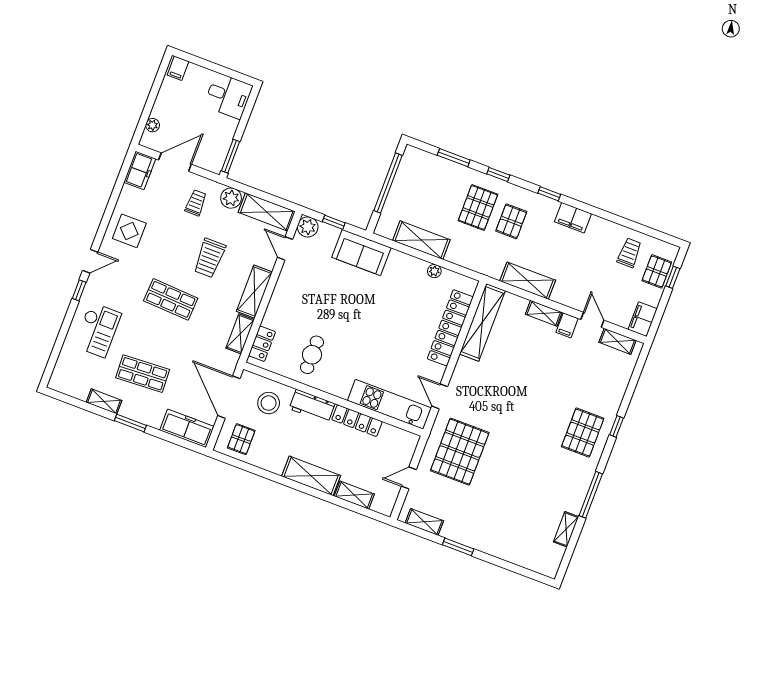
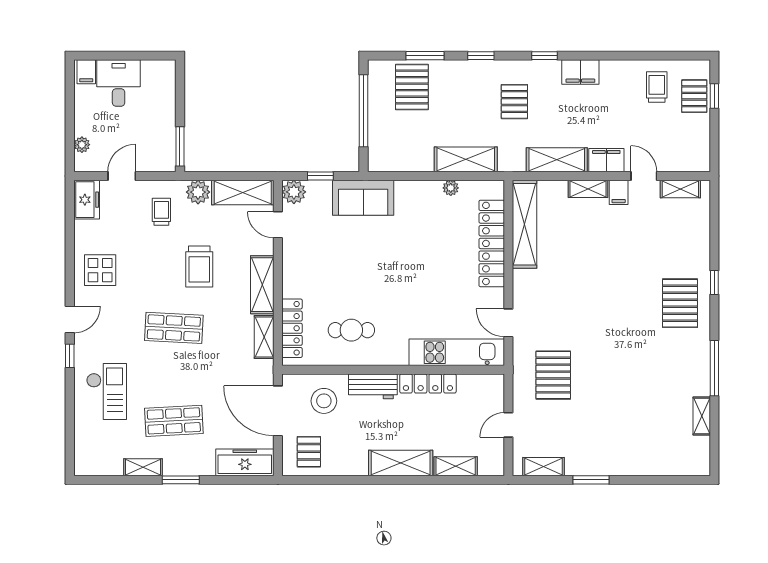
desk: (228, 96) -> (119, 83), moved, turned -90
door: (175, 162) -> (122, 176), width x0.73
pallet: (478, 208) -> (412, 87), moved
shelving: (421, 240) -> (466, 159), moved
filing cabinet: (643, 319) -> (606, 160), moved, turned 90
locker: (262, 344) -> (292, 328), width x1.53
cafe table: (312, 355) -> (351, 330), turned 90
pallet: (460, 452) -> (553, 375), width x0.73, depth x0.71

